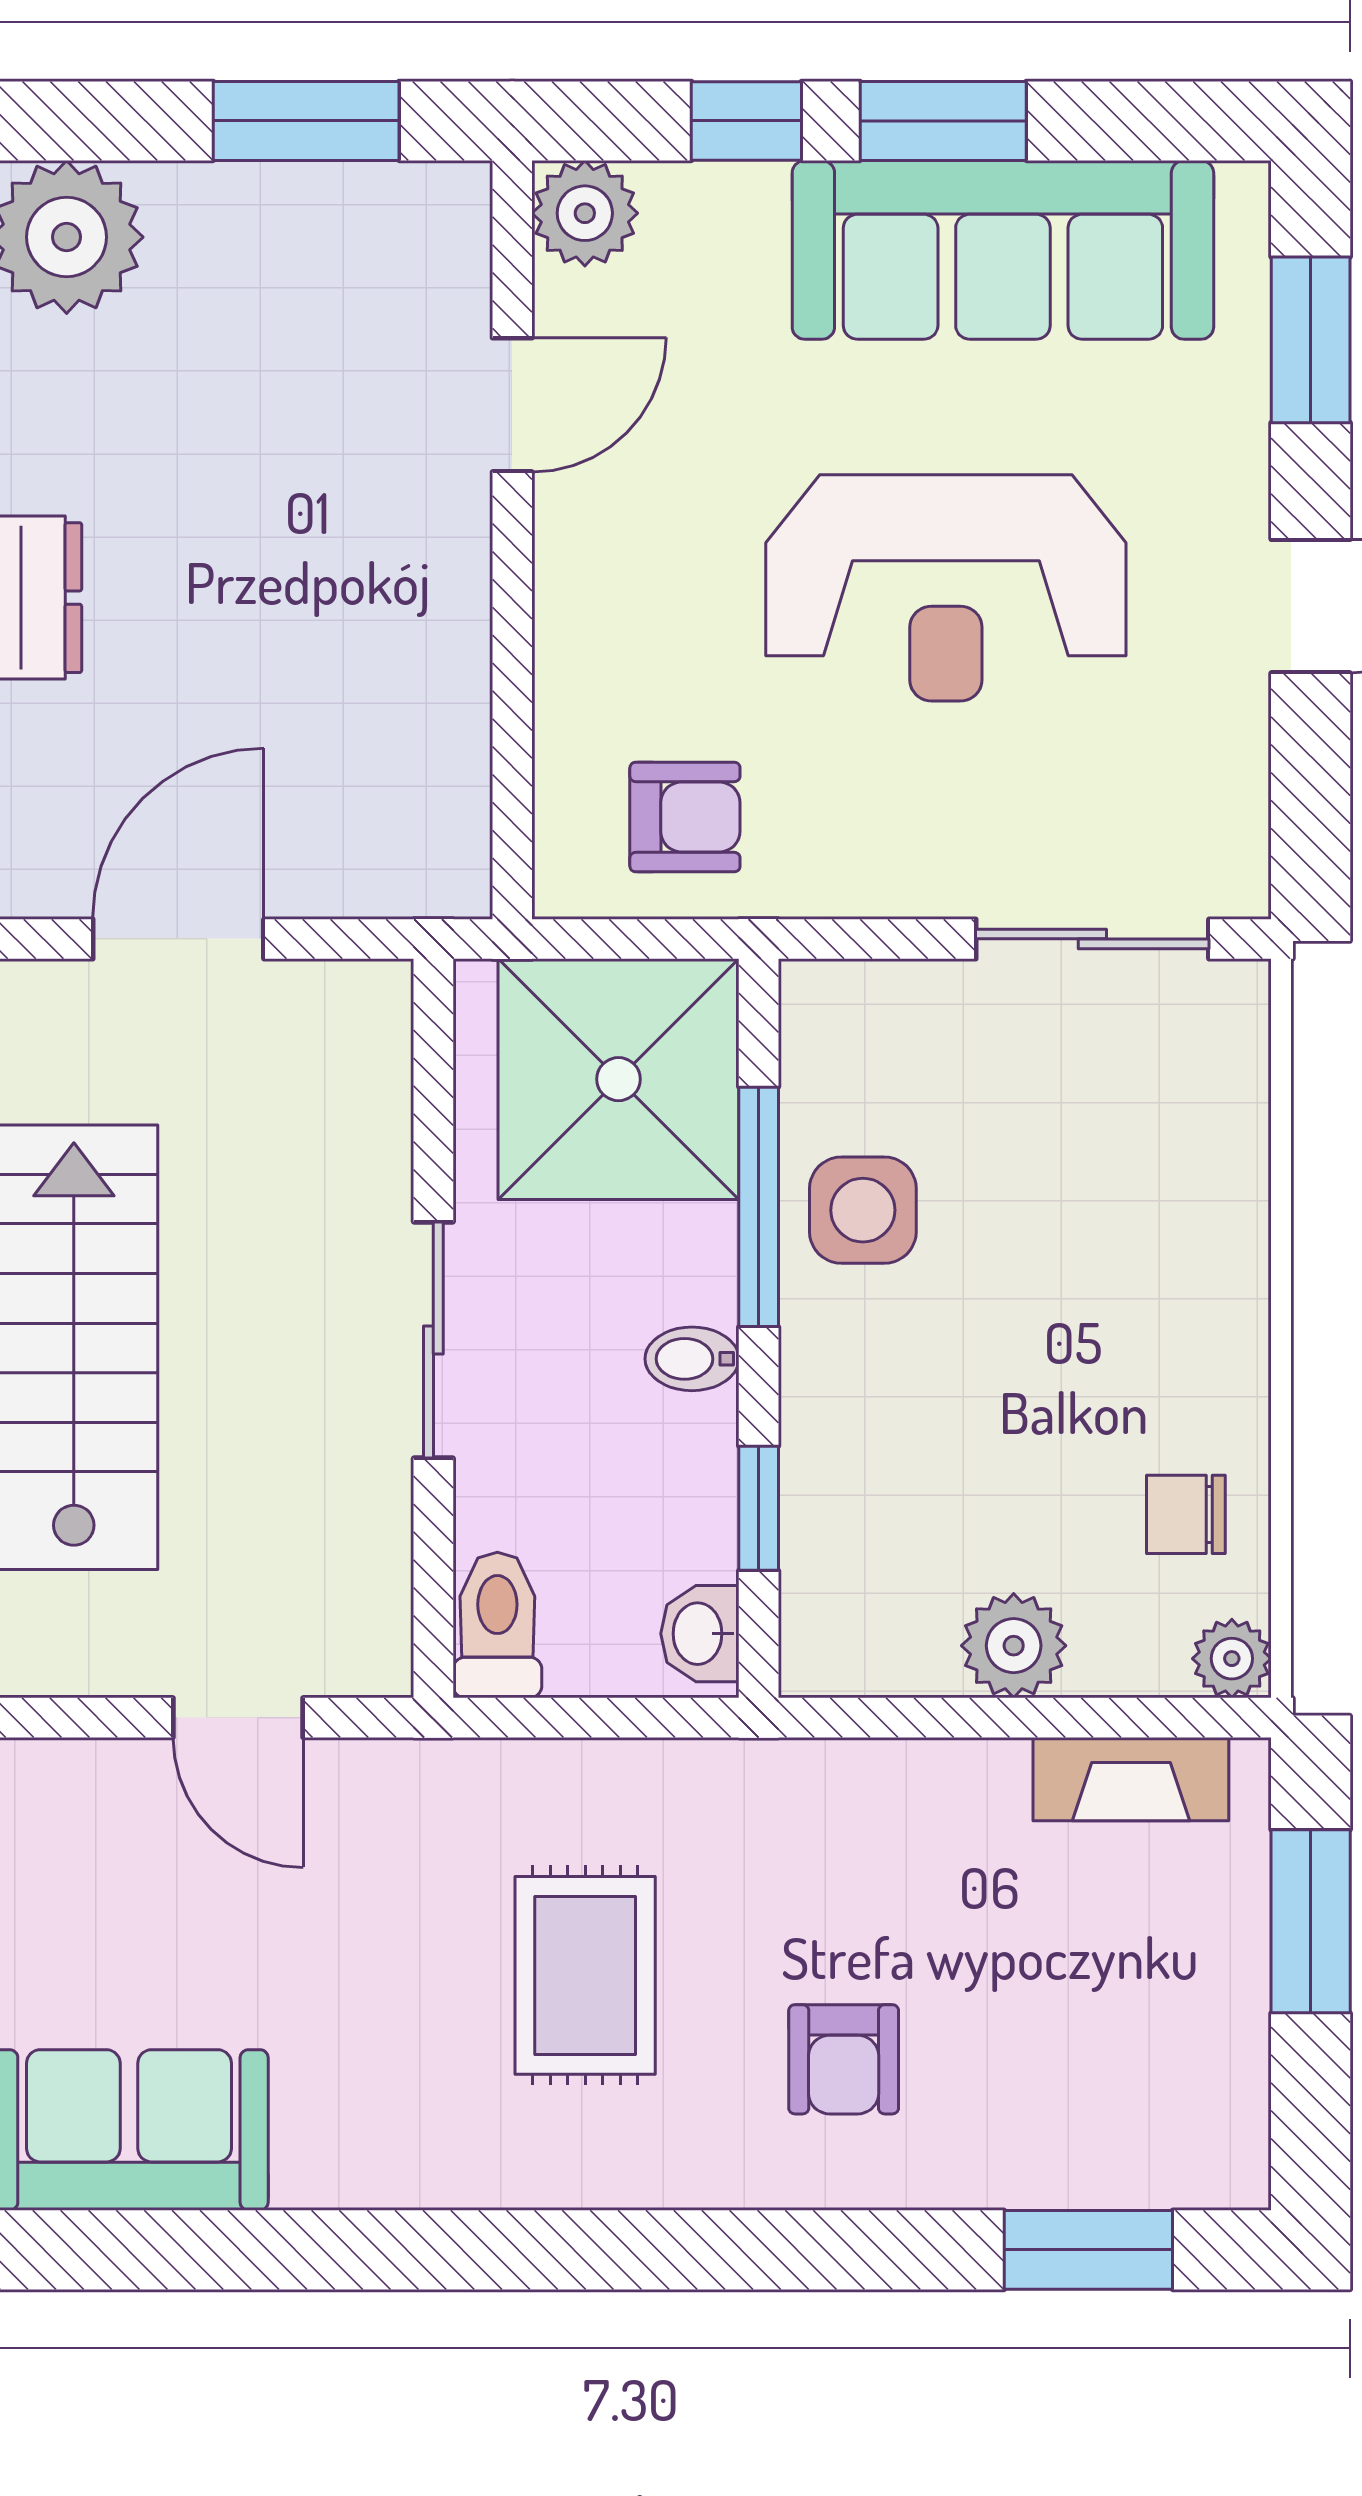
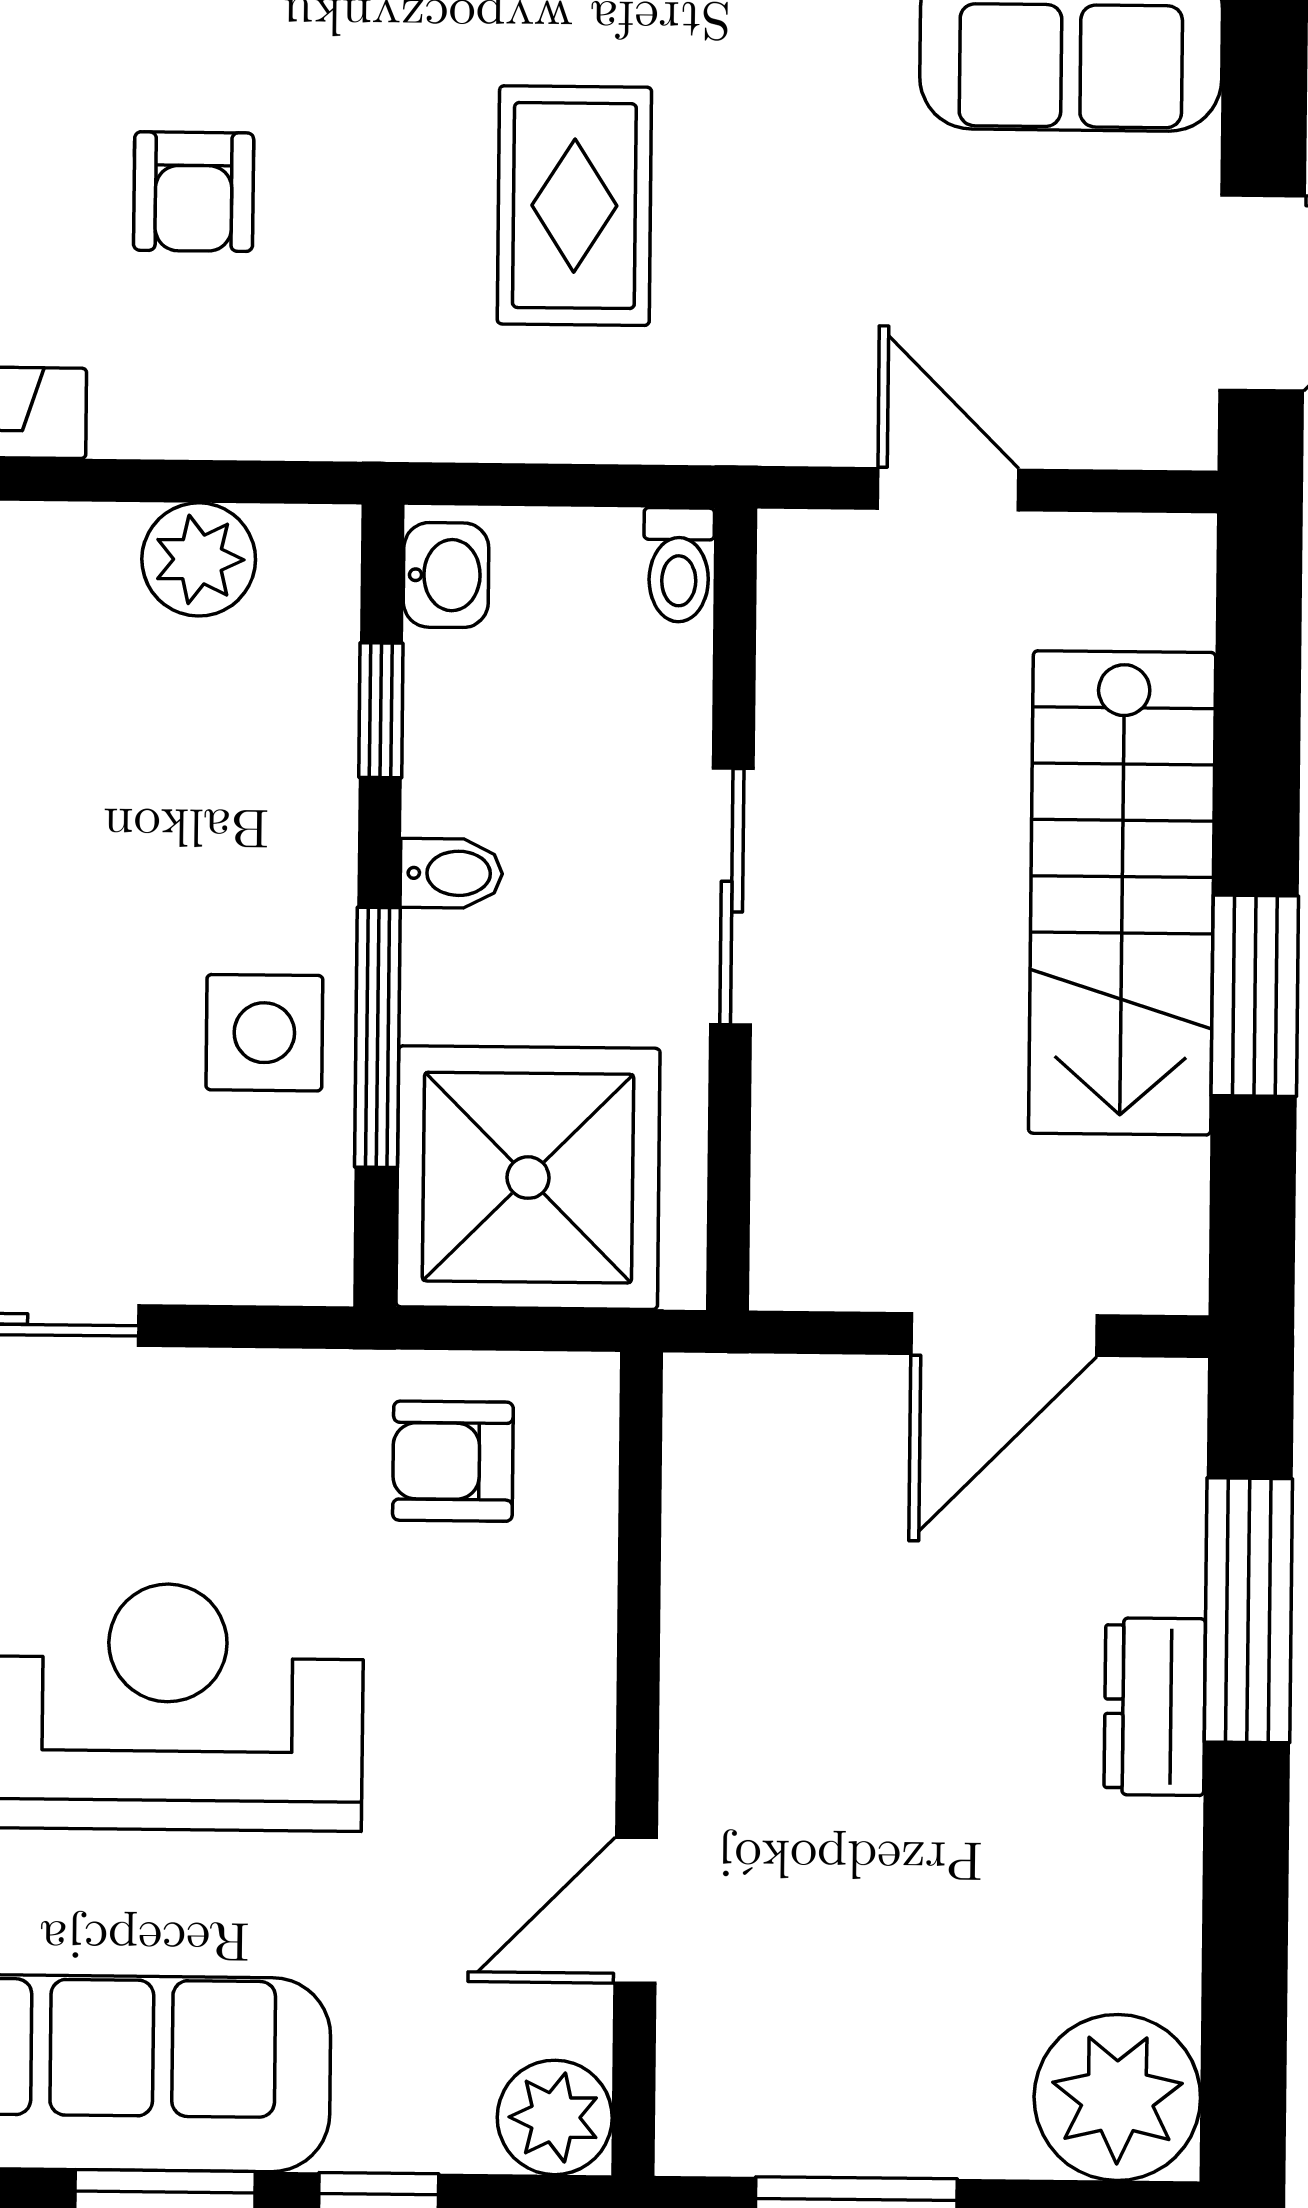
toilet: (497, 1625) -> (679, 565), width x0.73, depth x0.72
plant: (1014, 1646) -> (199, 559), moved
armchair: (844, 2059) -> (194, 192), moved, turned 180

